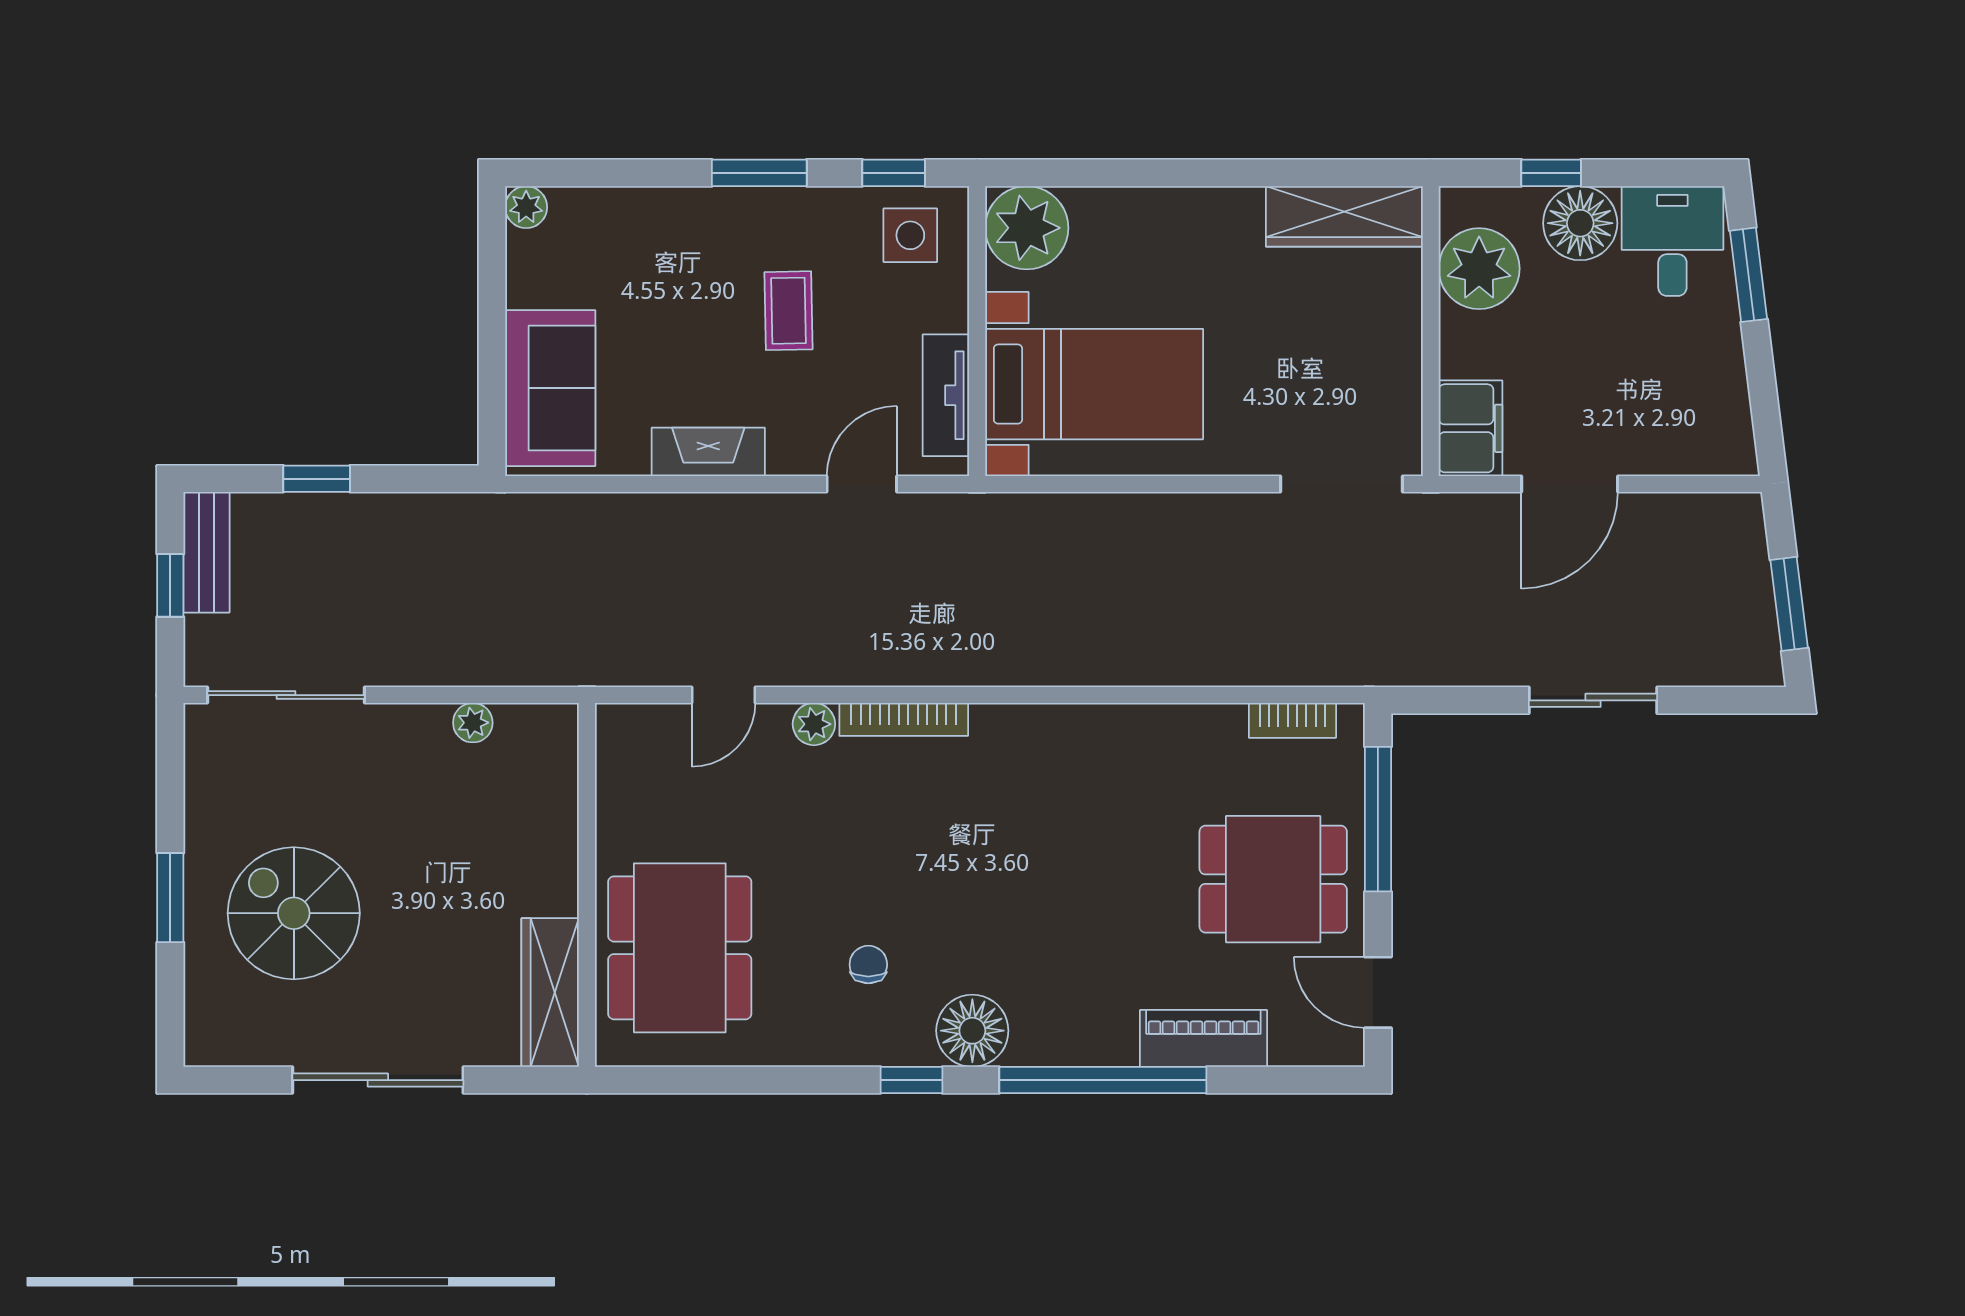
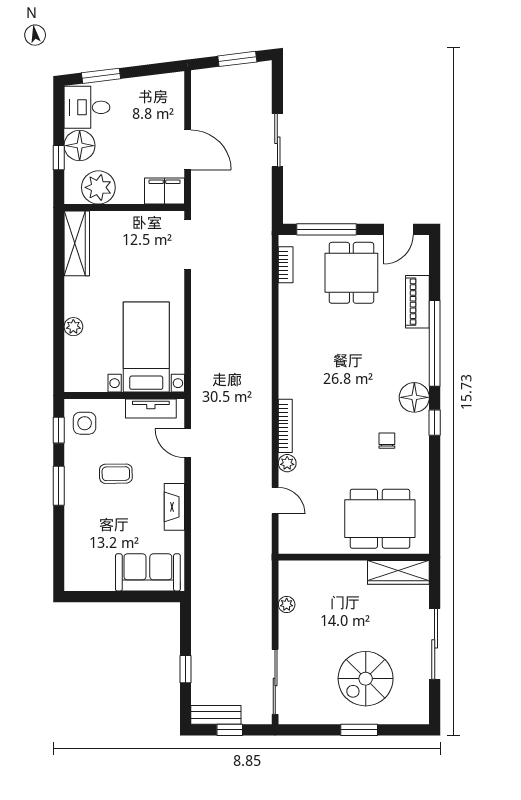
plant: (526, 207) -> (73, 582), removed
plant: (1027, 228) -> (73, 327), moved, width x0.53, depth x0.53
chair: (868, 965) -> (387, 441), turned 90

